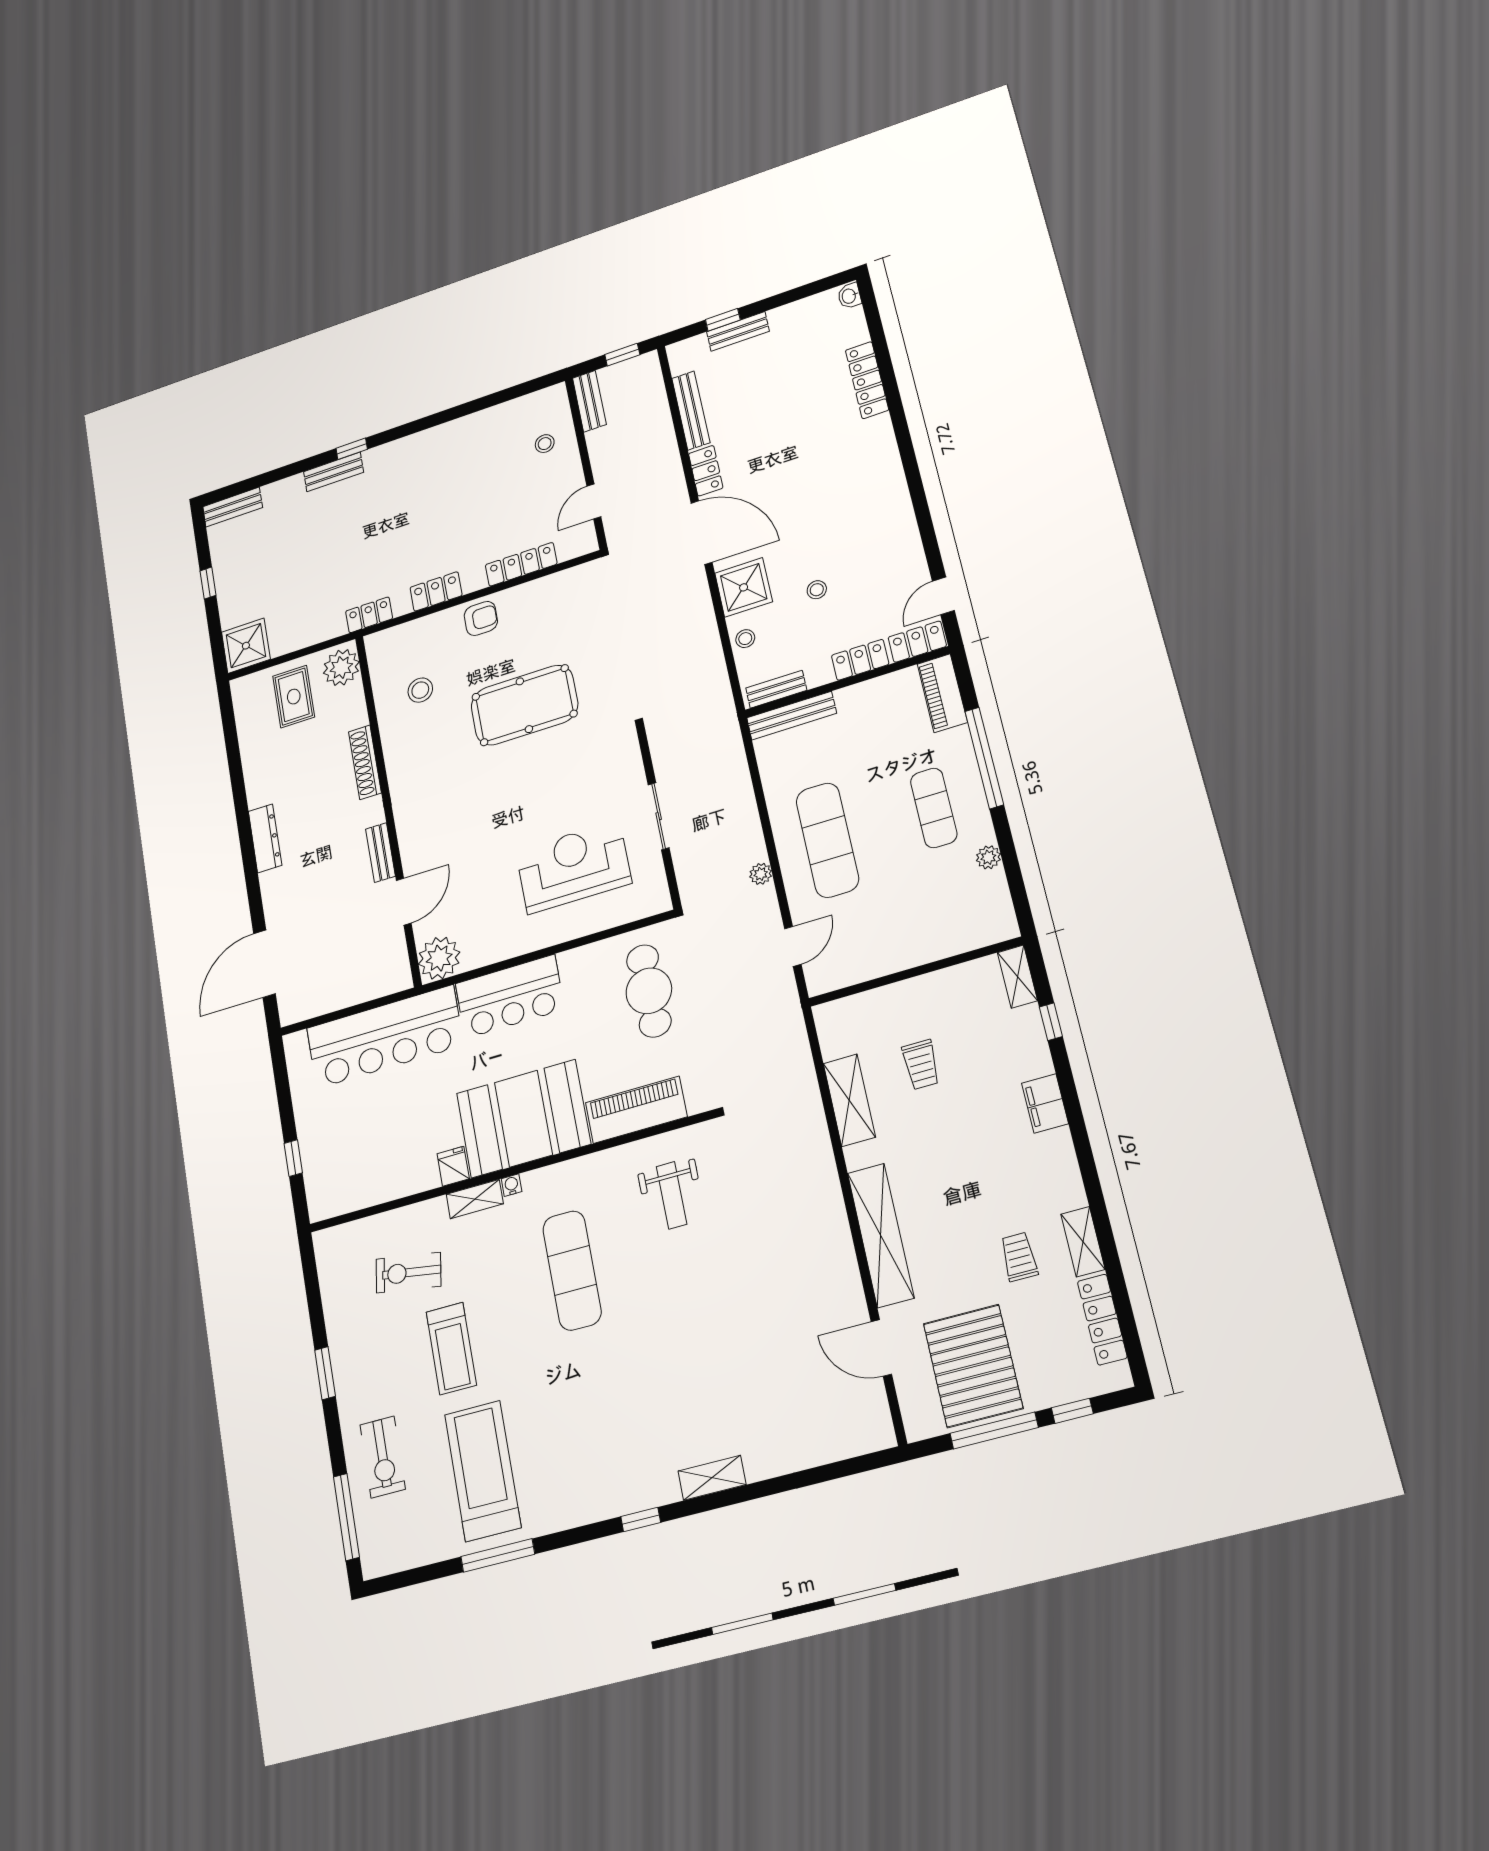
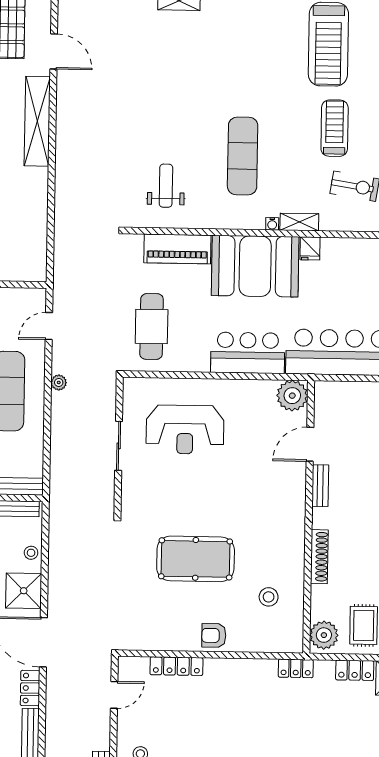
locker: (436, 591) -> (355, 670), moved
shelving: (849, 1100) -> (36, 213), removed

